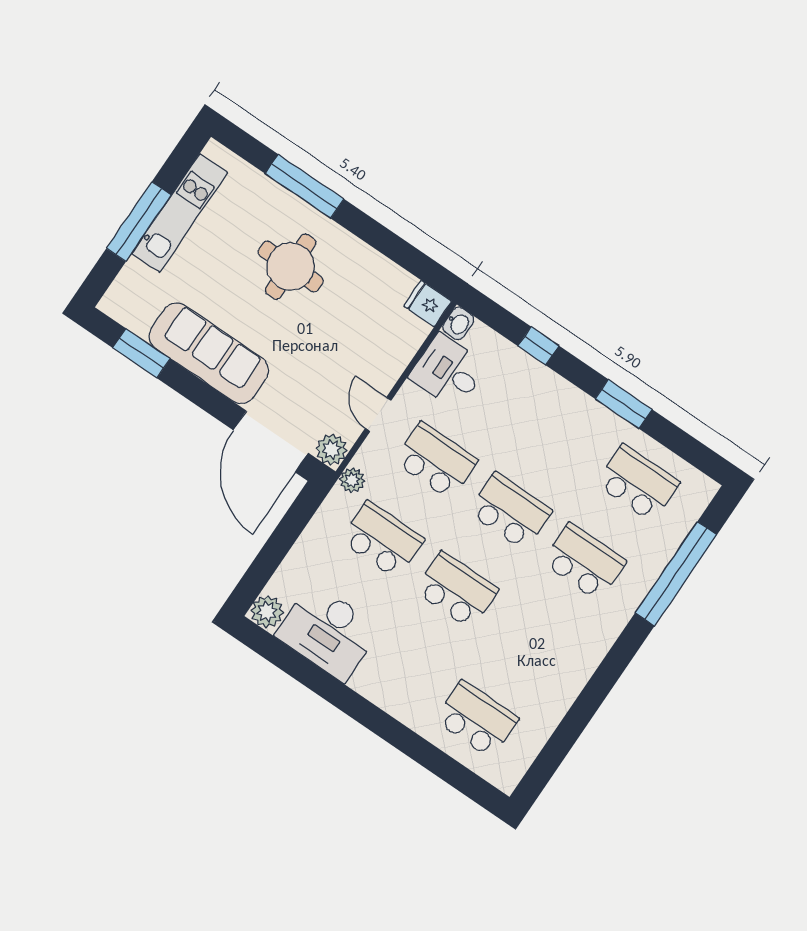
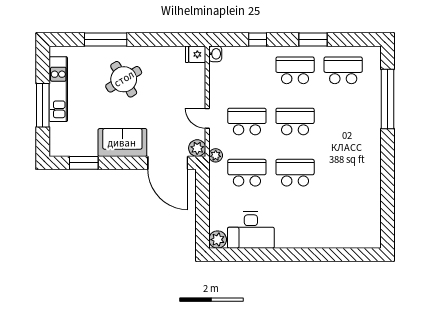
round table: (291, 266) -> (124, 79), turned -31
sofa: (209, 353) -> (122, 143), width x0.73
desk: (448, 371) -> (225, 78), removed
school desk: (584, 562) -> (295, 70), moved
school desk: (477, 719) -> (343, 224), removed

